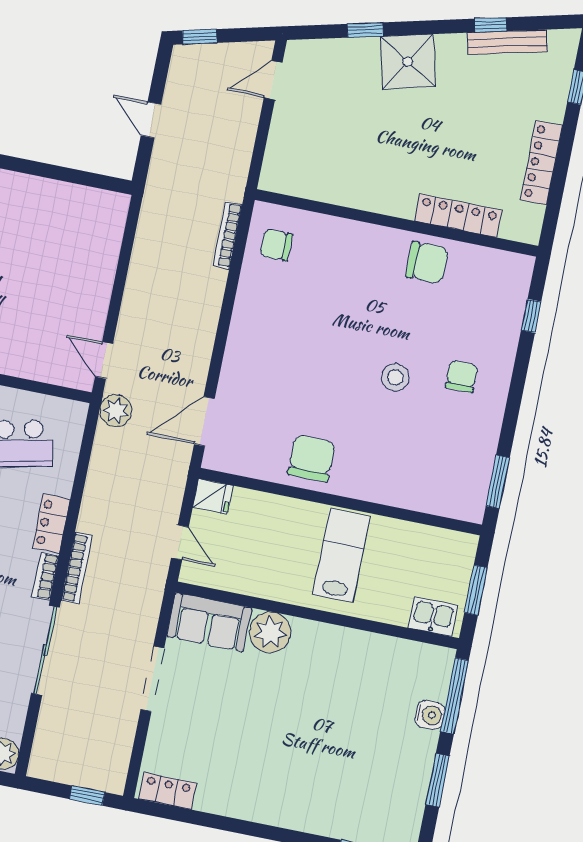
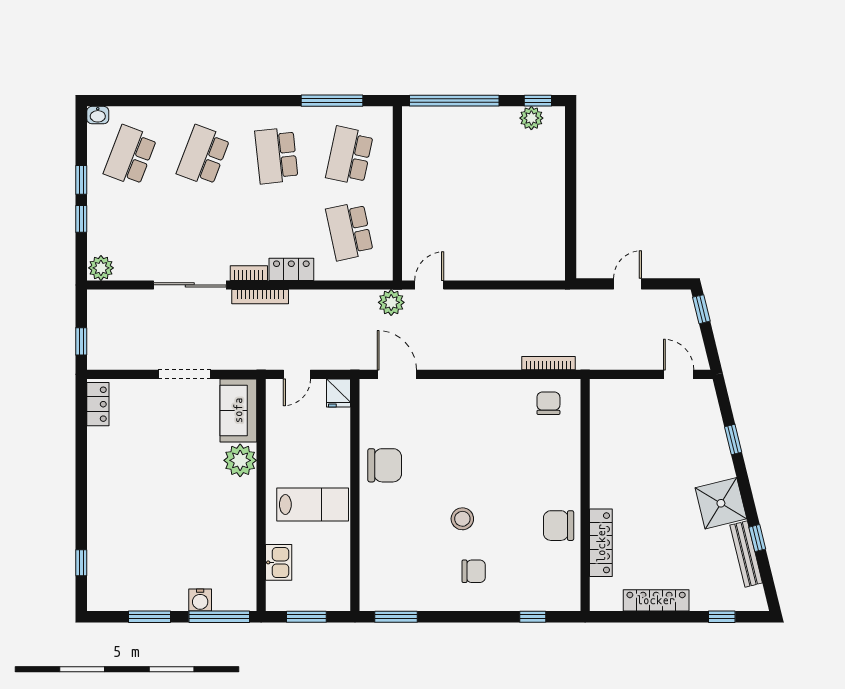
shower: (408, 62) -> (721, 503), moved
chair: (427, 262) -> (559, 526), turned 90
kitchen sink: (433, 617) -> (279, 562), moved

